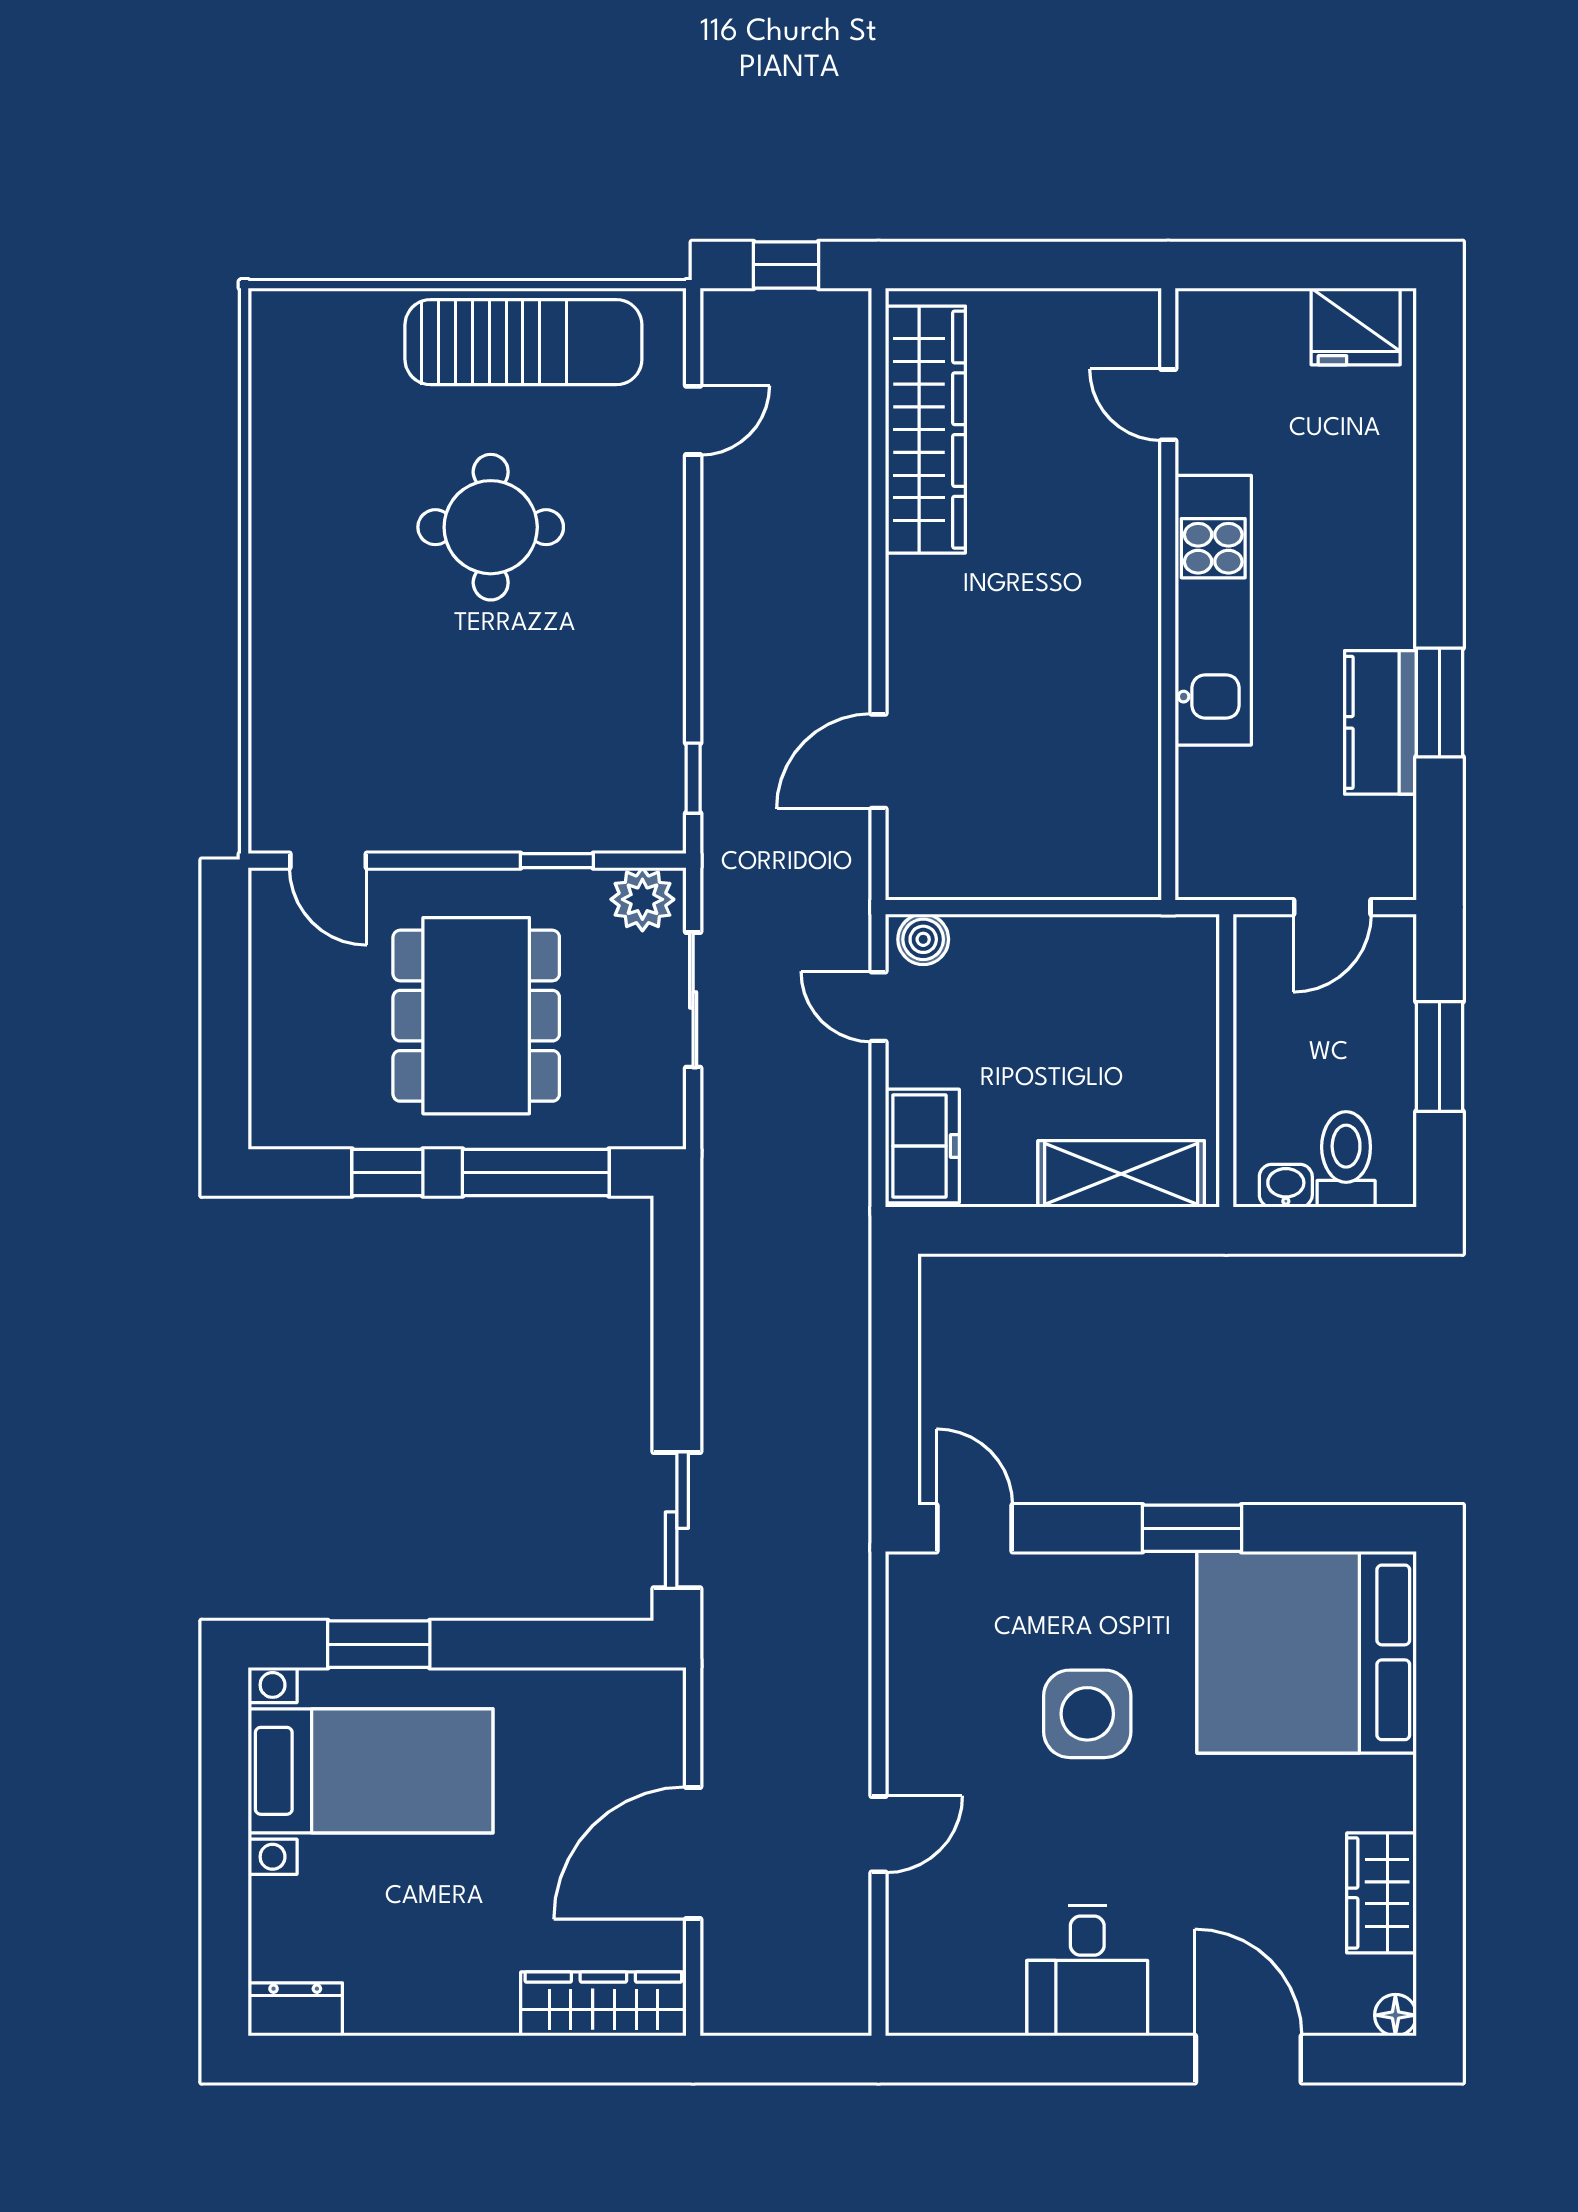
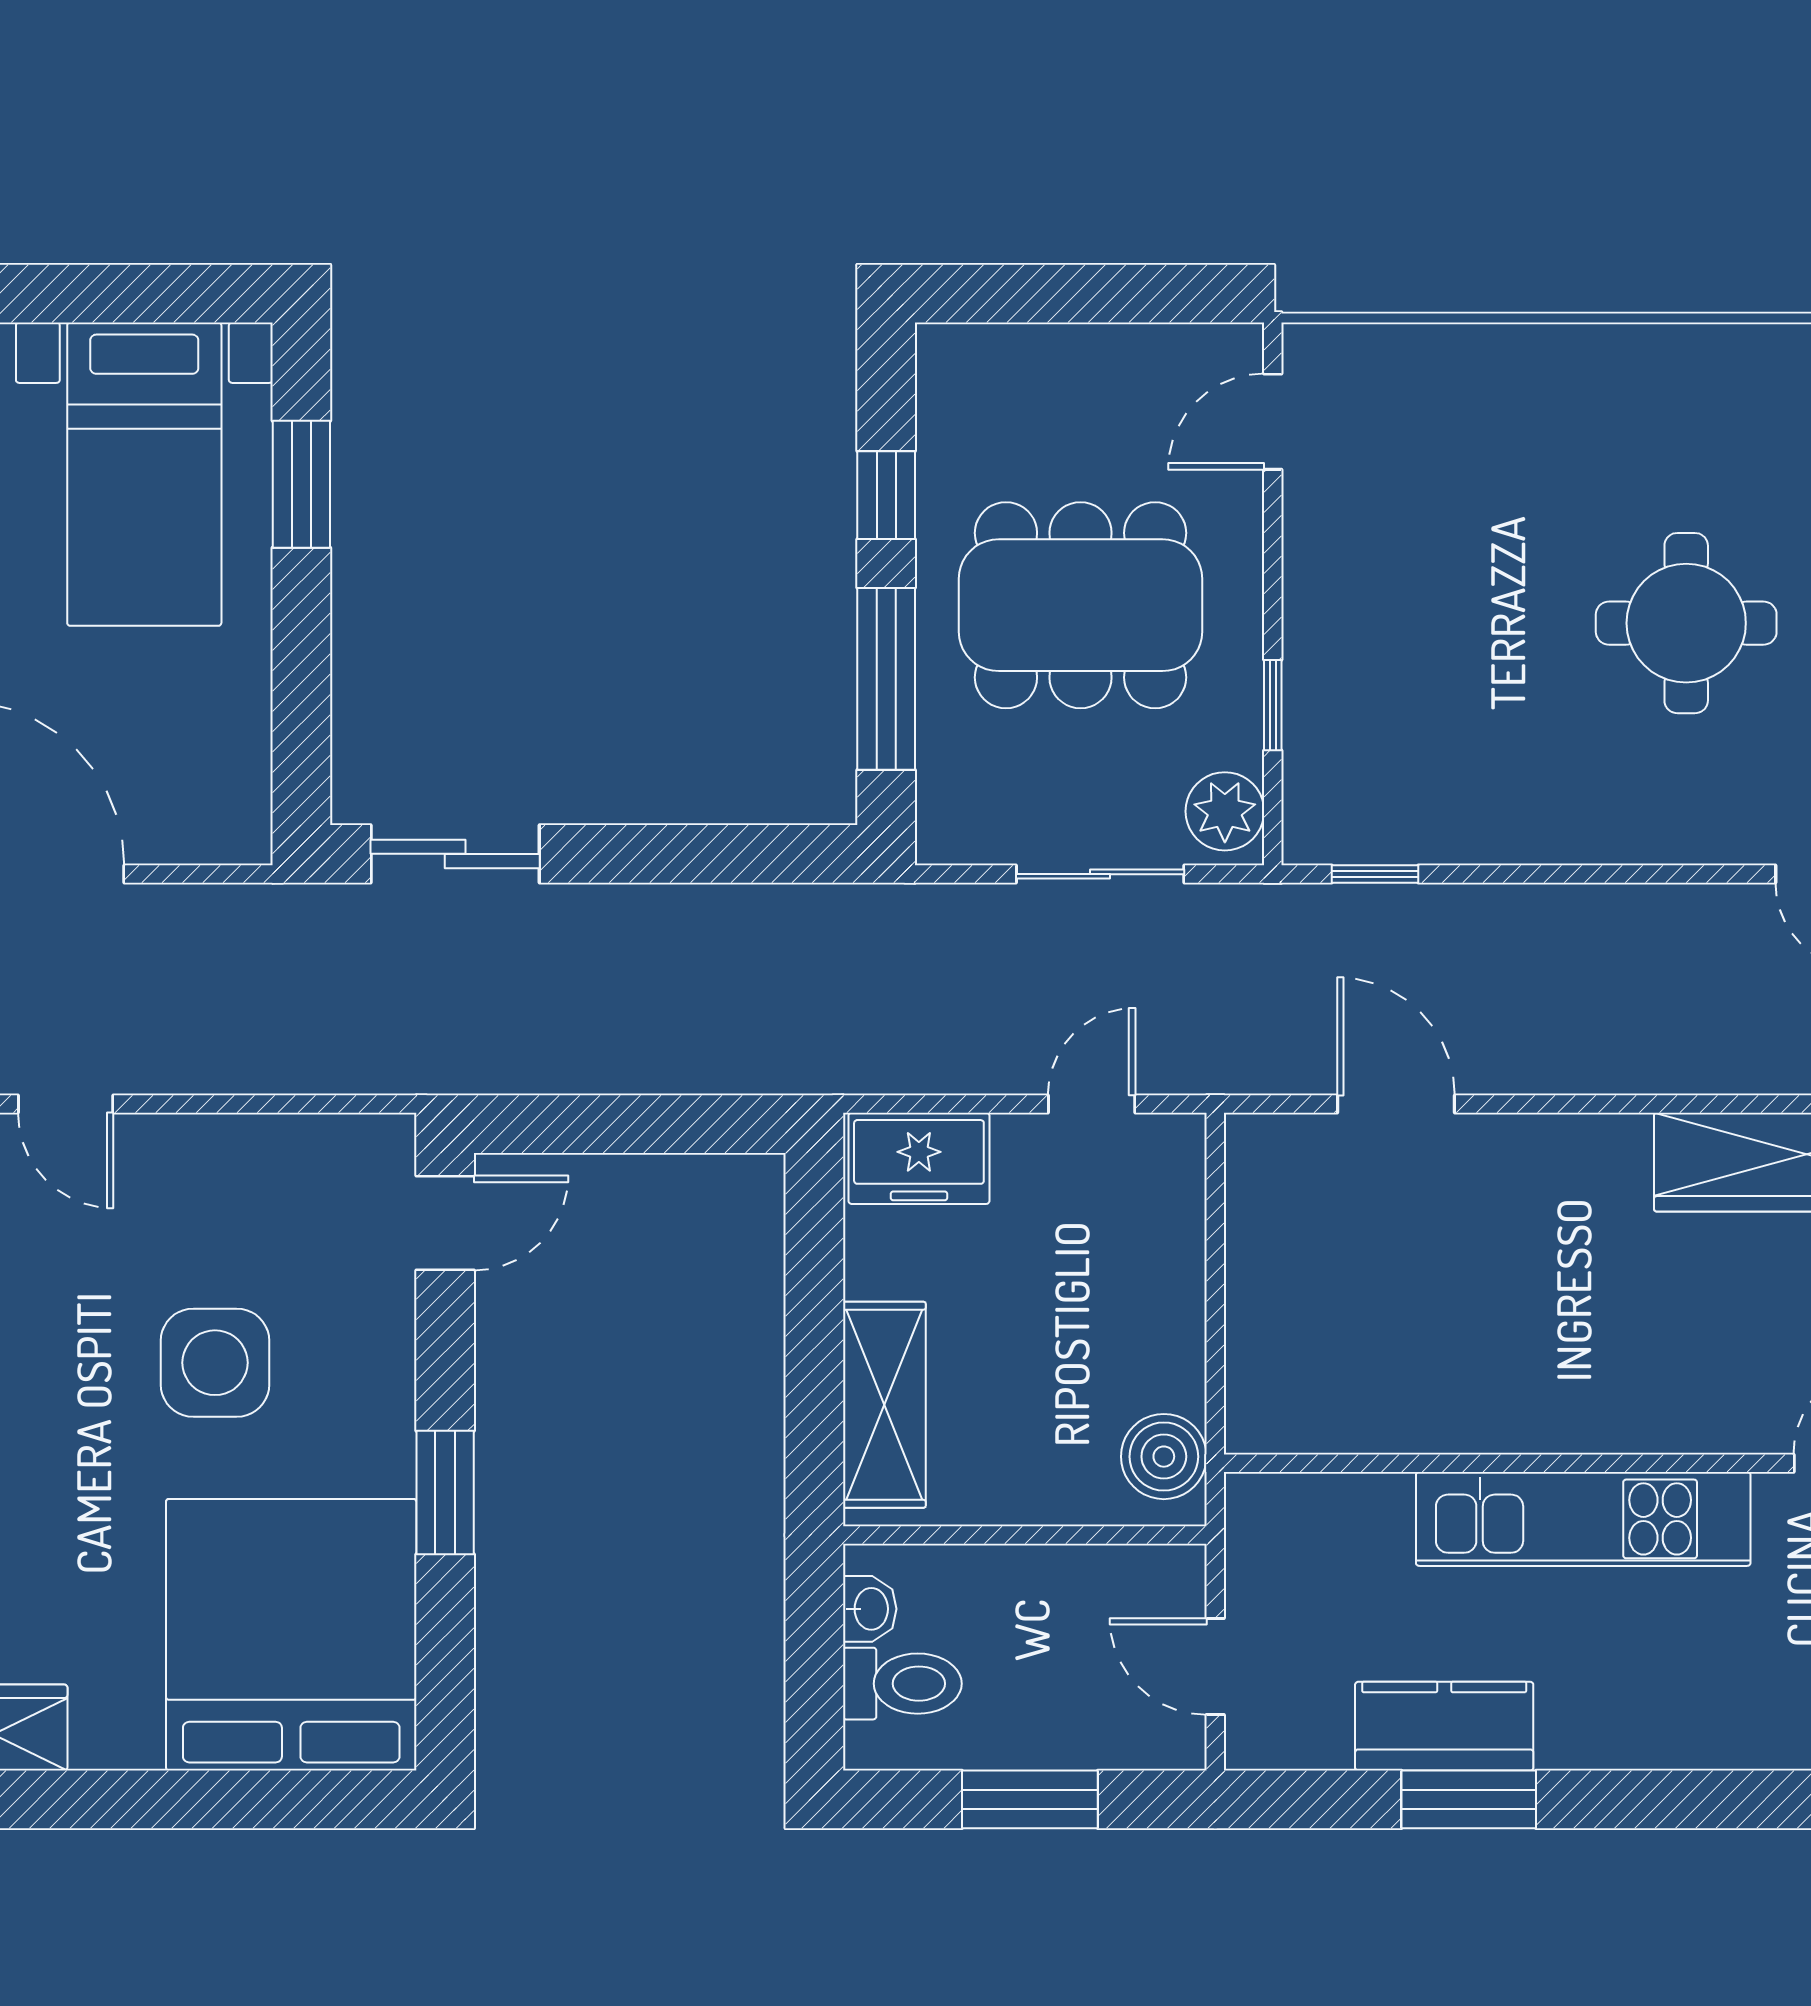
boiler: (923, 939) -> (1164, 1457), moved, width x1.36, depth x1.36

